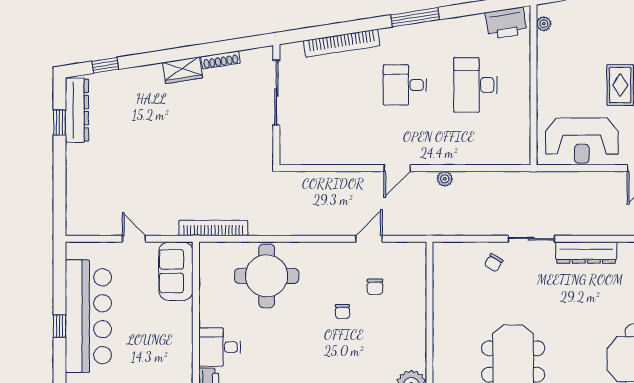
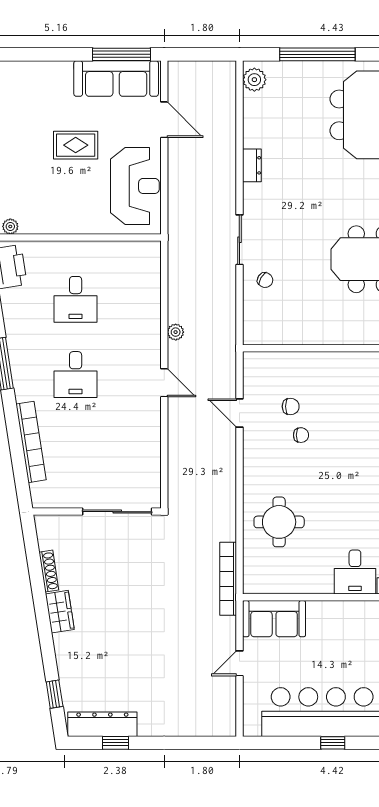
desk: (476, 85) -> (76, 299), width x0.73
sliding door: (276, 93) -> (117, 512), moved
dresser: (586, 253) -> (252, 165), width x0.51, depth x0.80
round table: (267, 276) -> (279, 522), width x0.73, depth x0.73
chair: (343, 311) -> (301, 435), moved

